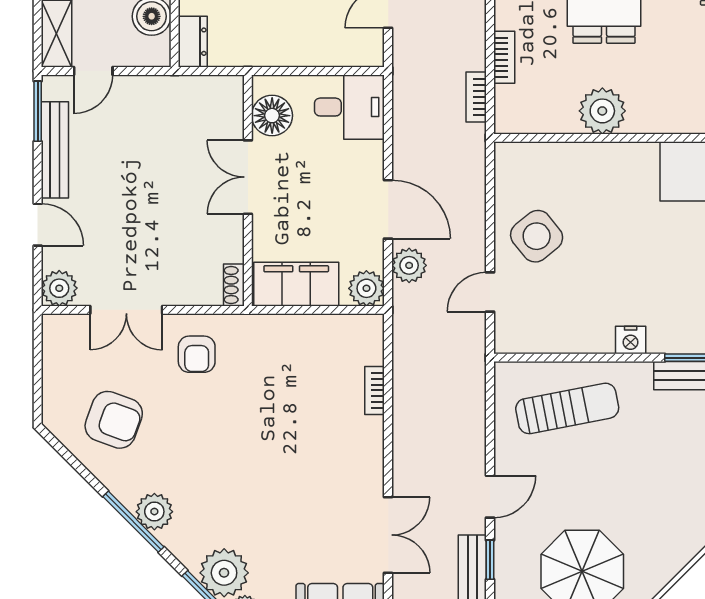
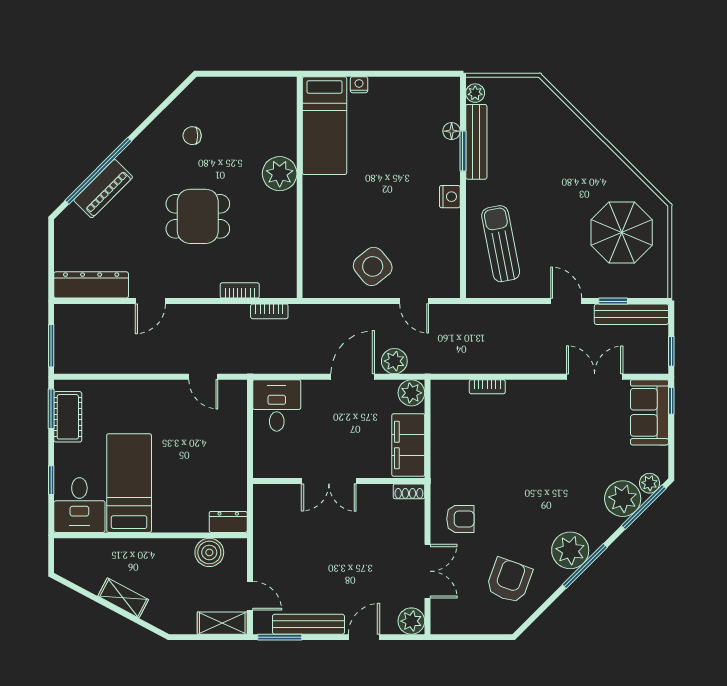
plant: (602, 111) -> (280, 174), moved
floor lamp: (272, 116) -> (283, 463), removed
plant: (154, 512) -> (570, 550), width x1.36, depth x1.36

